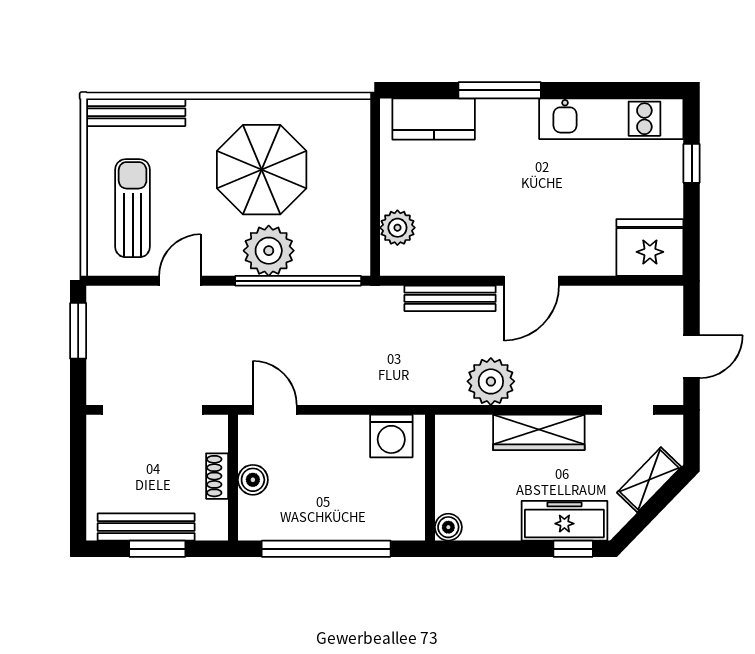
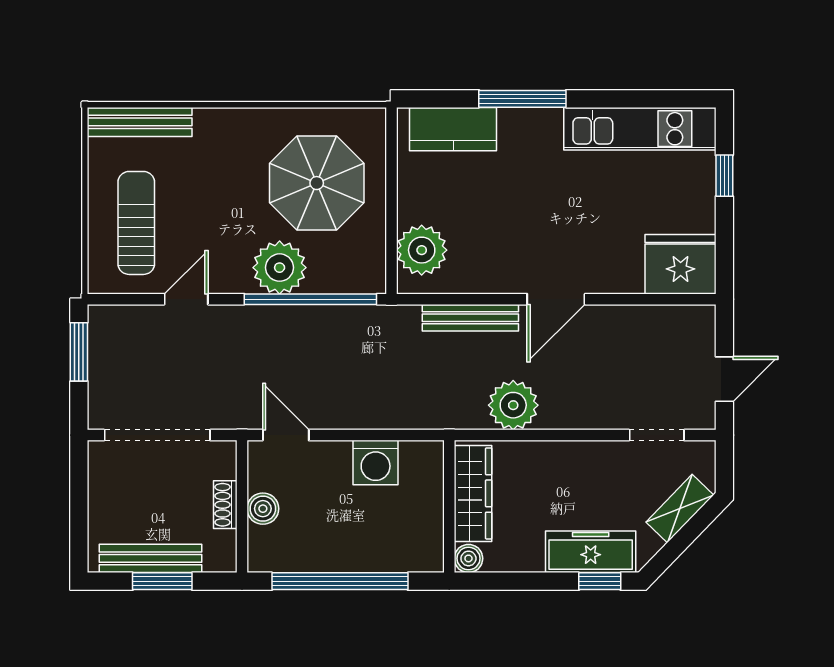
parasol: (262, 170) -> (317, 183), moved
plant: (397, 228) -> (422, 250), width x1.36, depth x1.36
wardrobe: (539, 432) -> (473, 493), moved, turned -90
washing machine: (391, 436) -> (376, 463), moved

